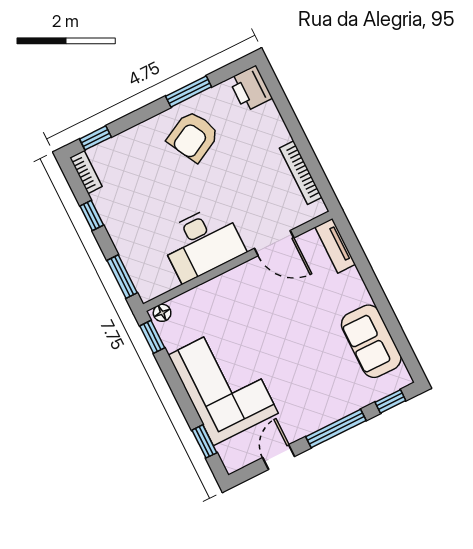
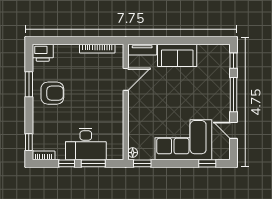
armchair: (193, 136) -> (52, 93), turned -62
desk: (202, 243) -> (86, 144), moved, turned 90
window: (122, 277) -> (93, 163), moved
sofa: (371, 341) -> (177, 55), moved

